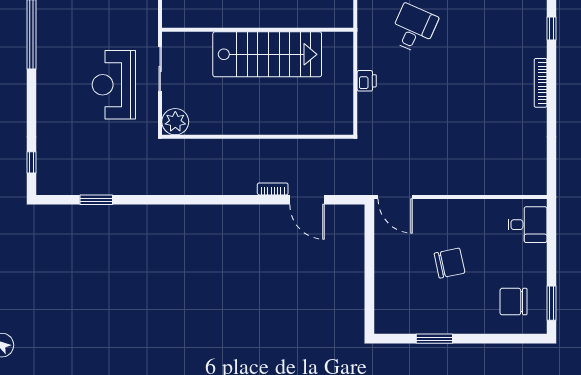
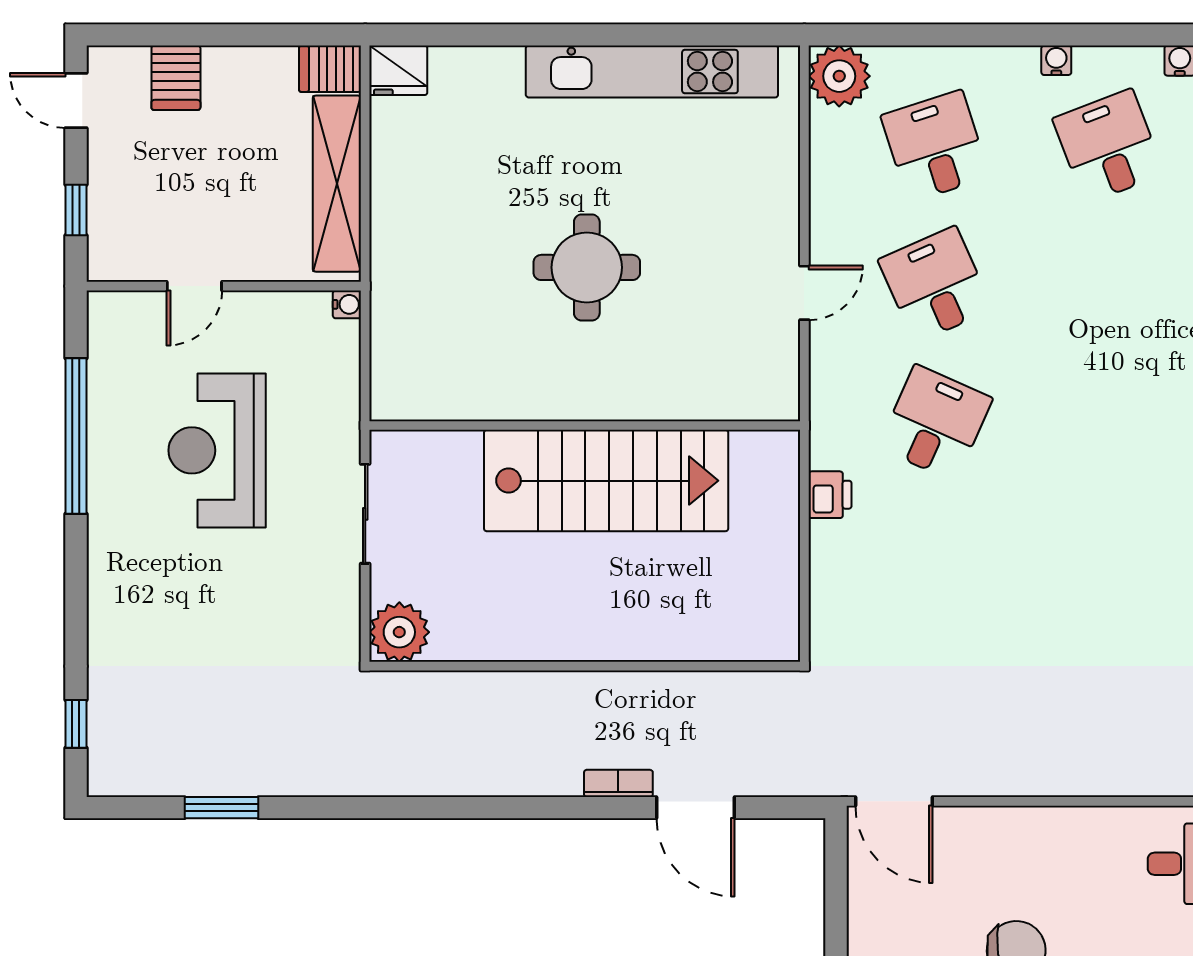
printer: (367, 81) -> (830, 495), moved
reception desk: (114, 85) -> (217, 450), moved

